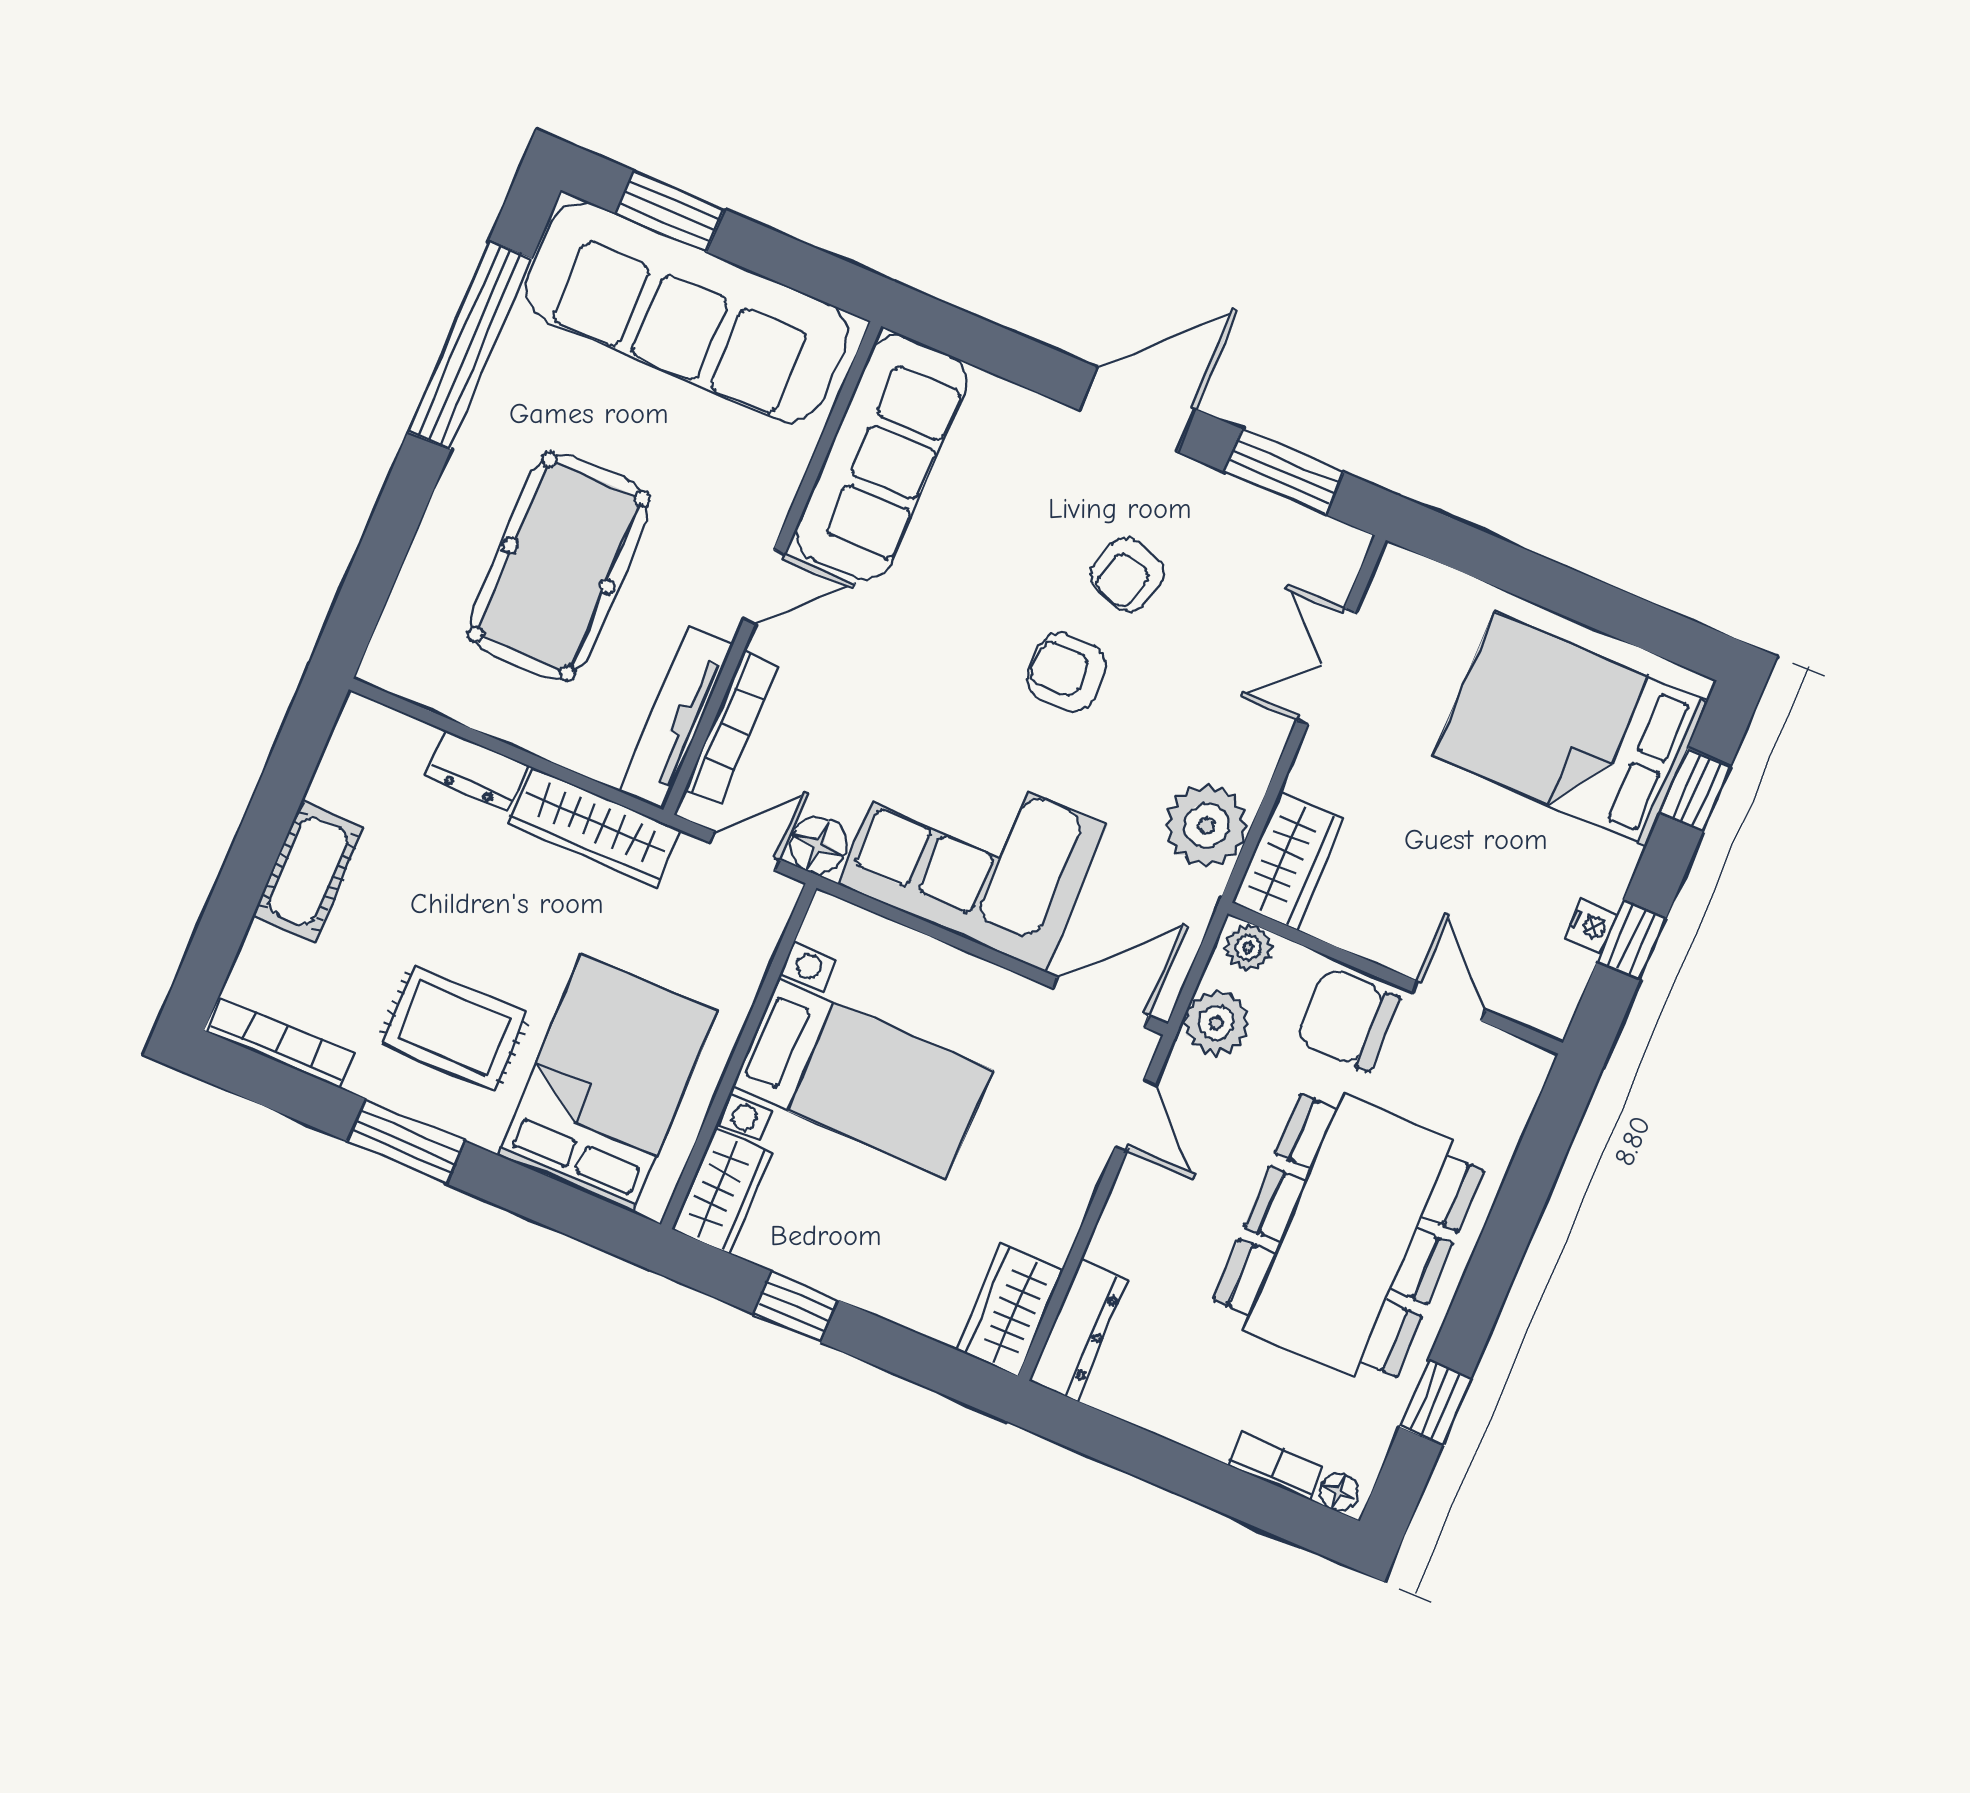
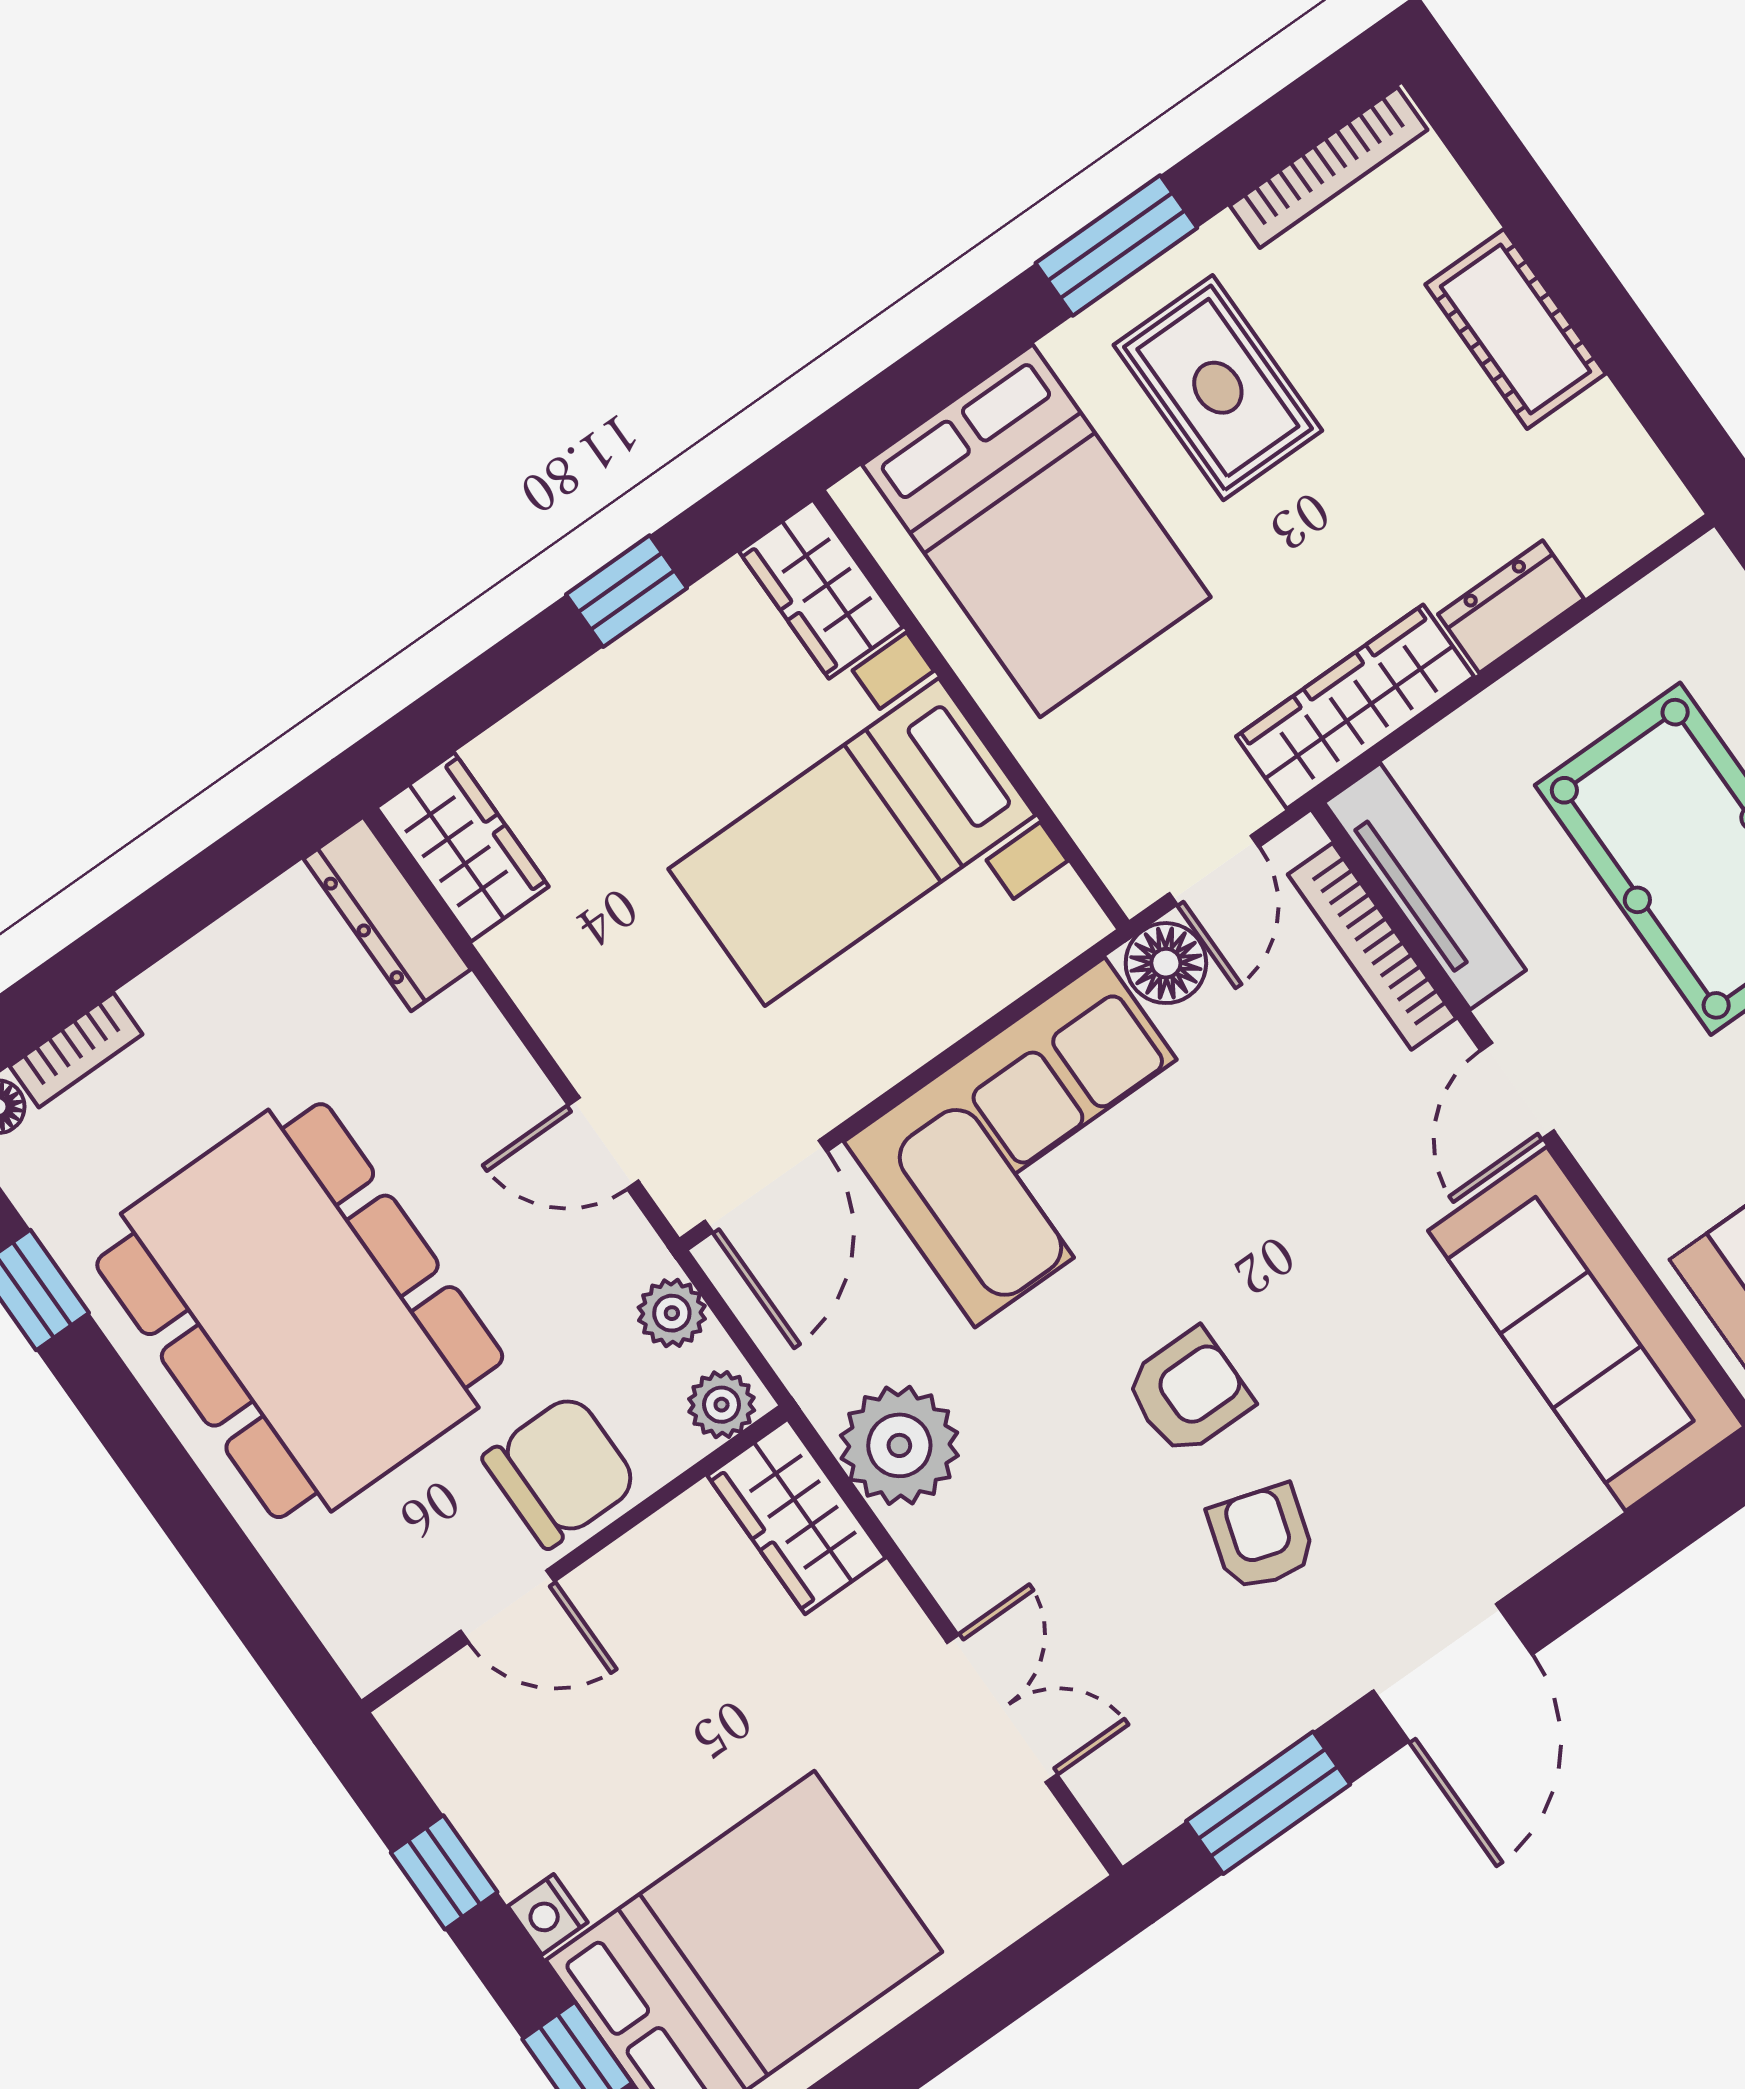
nightstand: (1591, 926) -> (548, 1914), moved
plant: (1216, 1023) -> (672, 1313), width x0.73, depth x0.73
rug: (454, 1028) -> (1218, 388), turned 90

